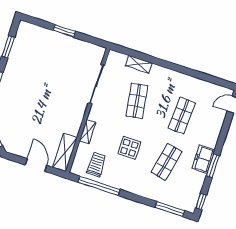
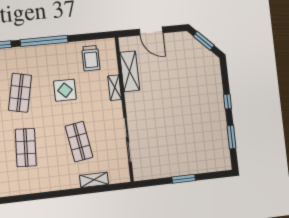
shelving: (65, 152) -> (130, 71), moved
window: (99, 186) -> (44, 41), moved

